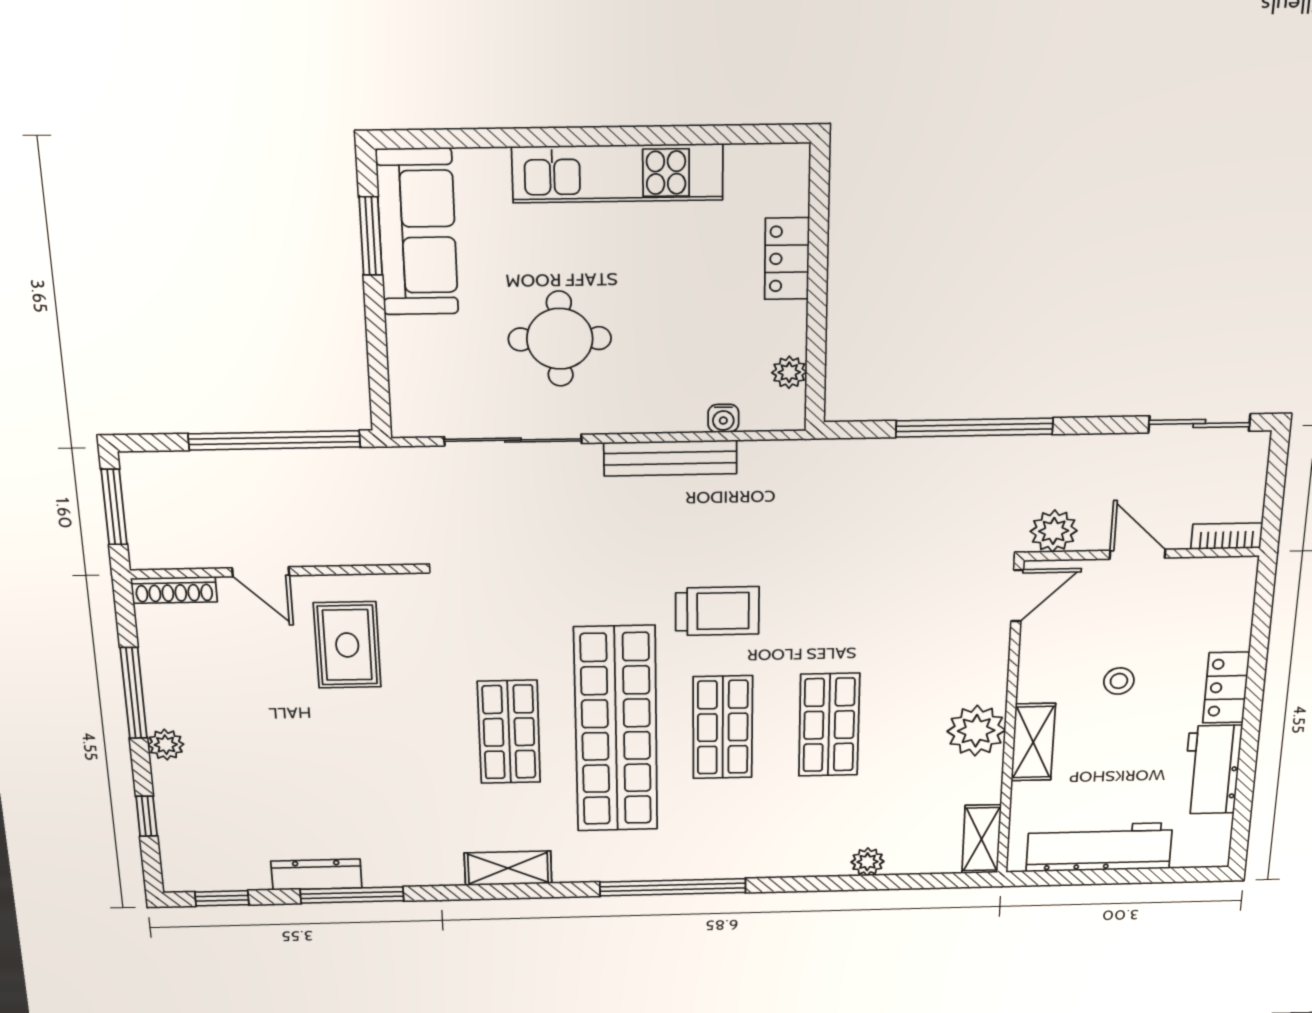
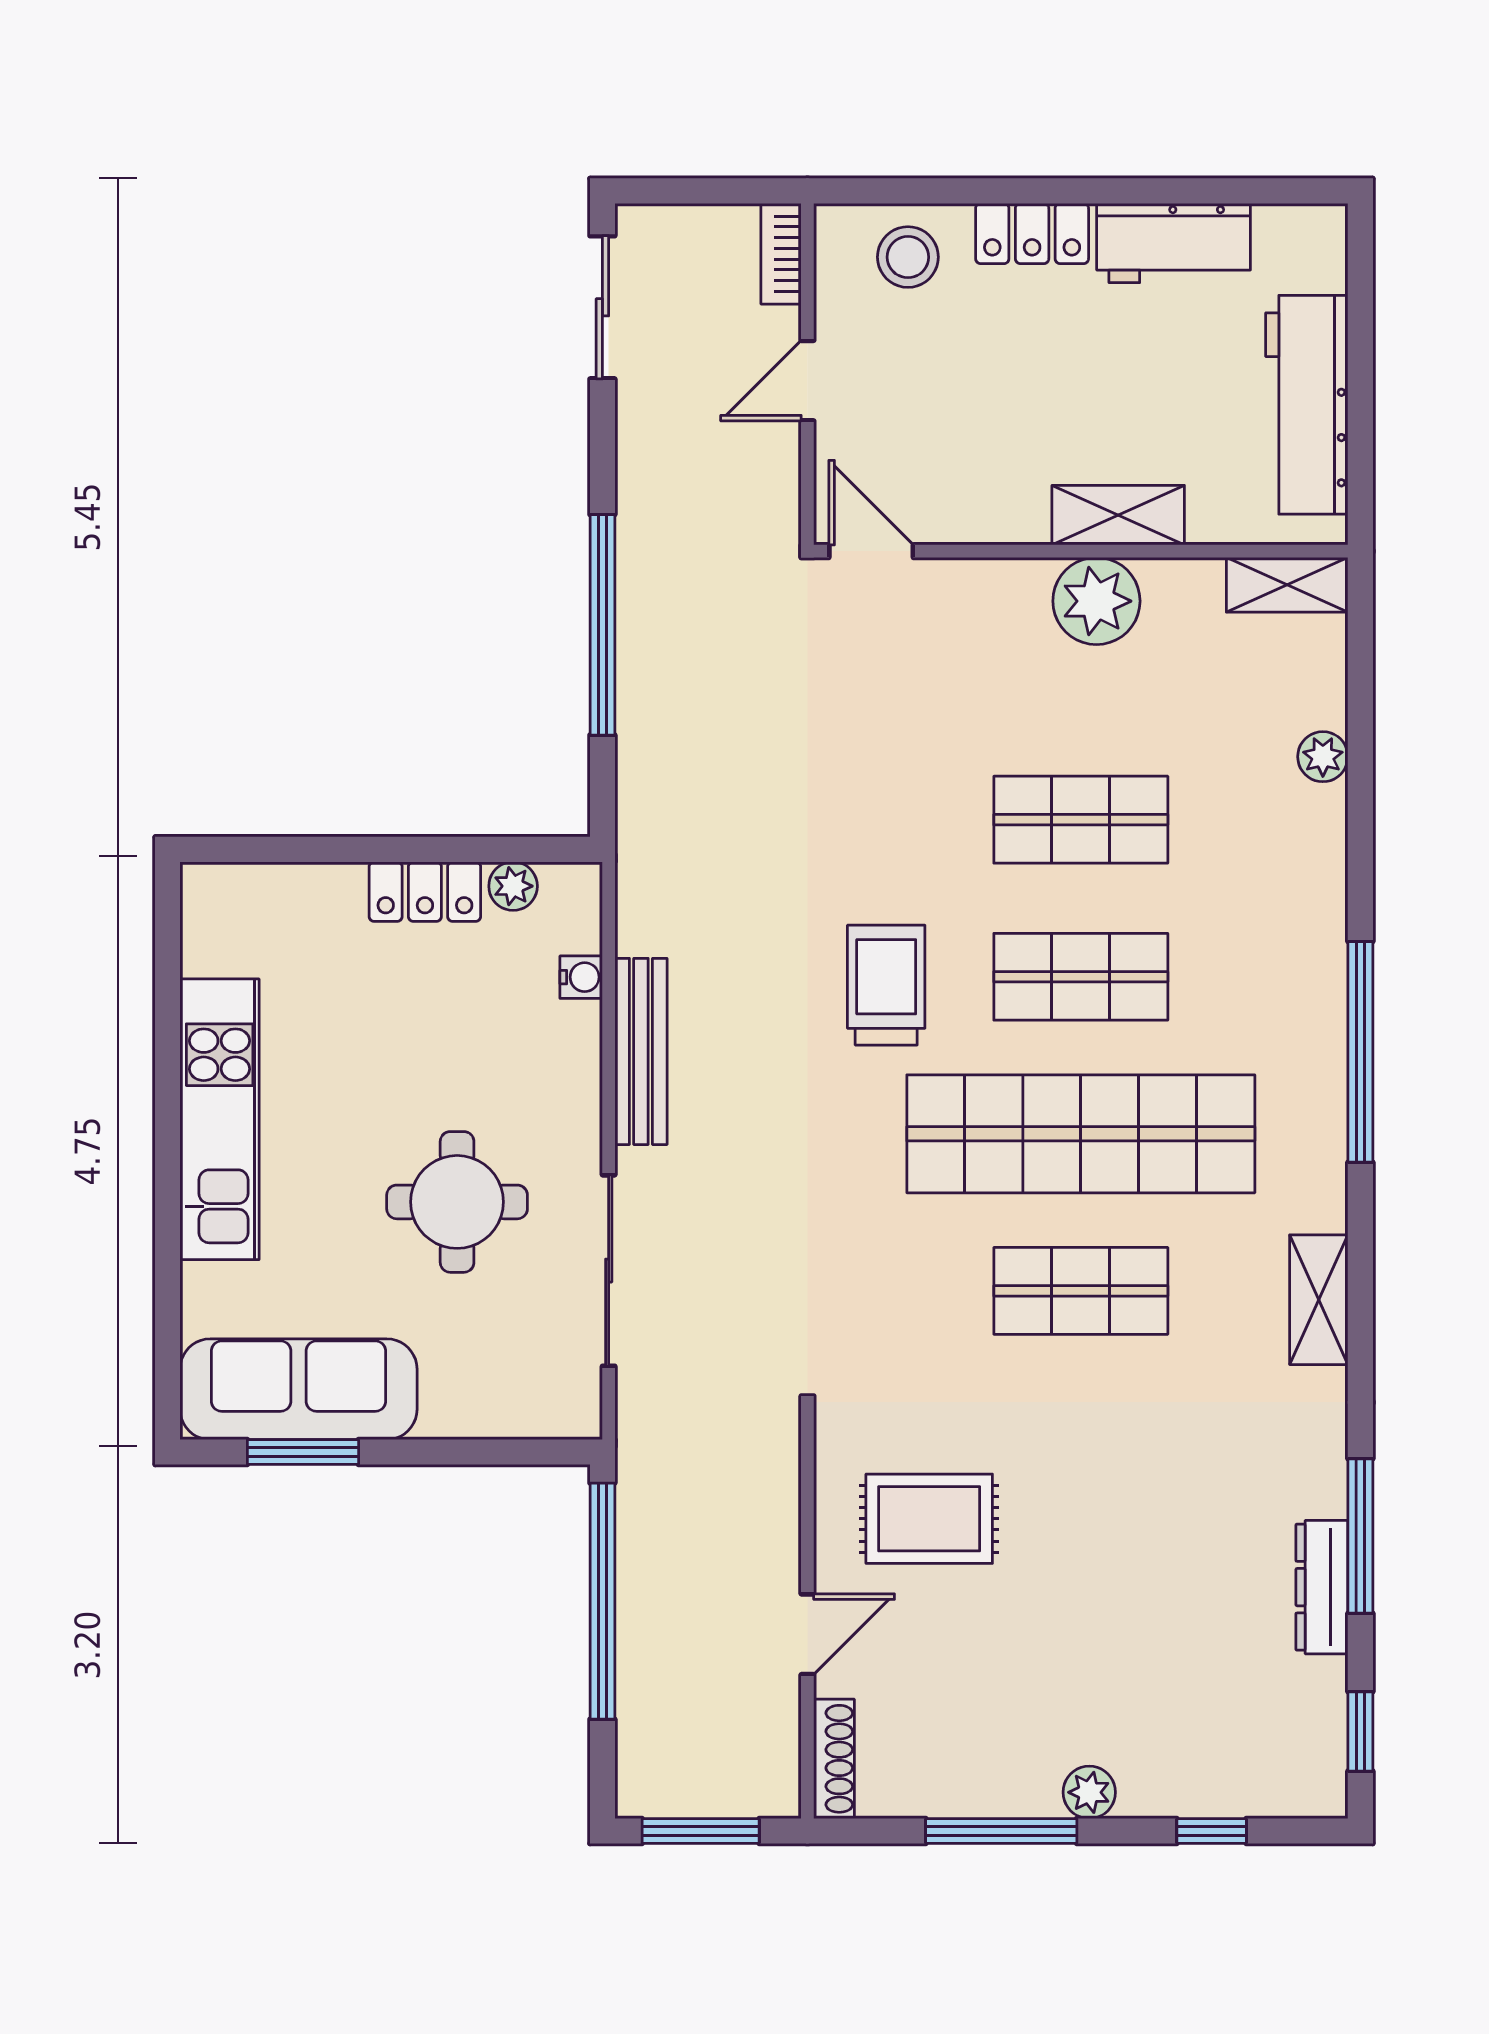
locker: (787, 259) -> (425, 892), moved
plant: (1054, 531) -> (767, 504), removed
stool: (1119, 681) -> (908, 257), moved, width x1.37, depth x1.37

